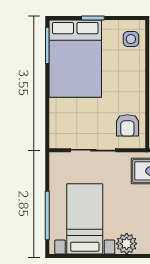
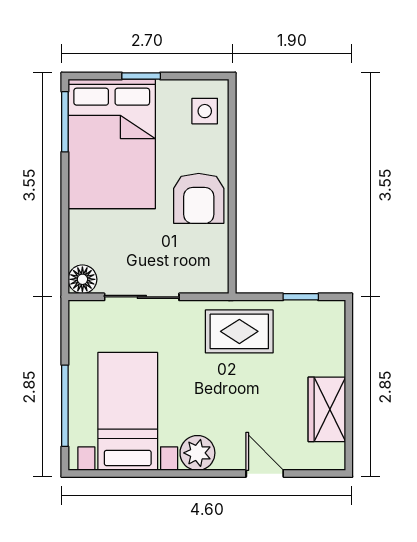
armchair: (127, 125) -> (199, 198), moved, width x1.38, depth x1.38
floor lamp: (58, 140) -> (82, 279), added

